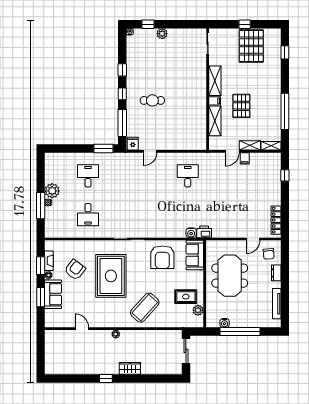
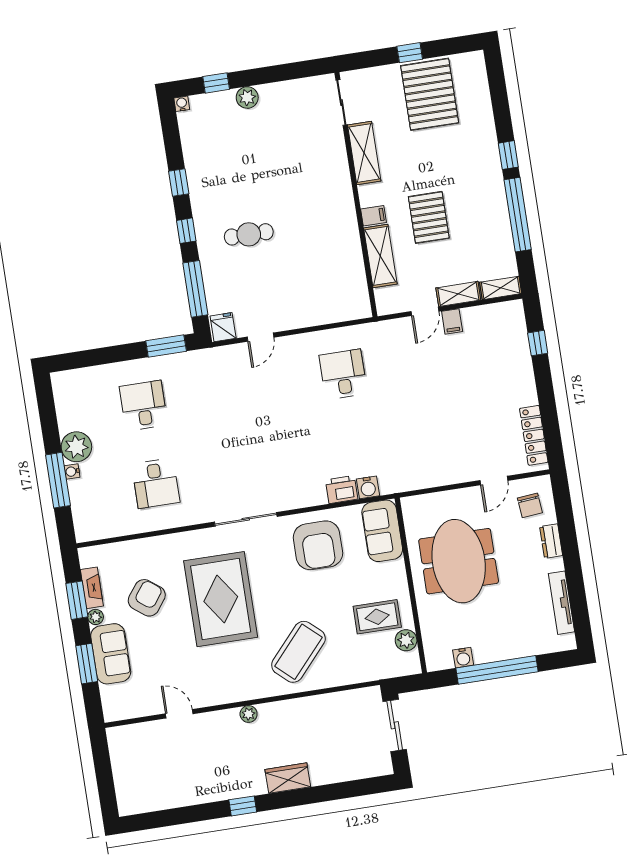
window: (285, 52) -> (508, 155), moved
shelving: (215, 81) -> (364, 153), moved
printer: (204, 232) -> (342, 490), moved

